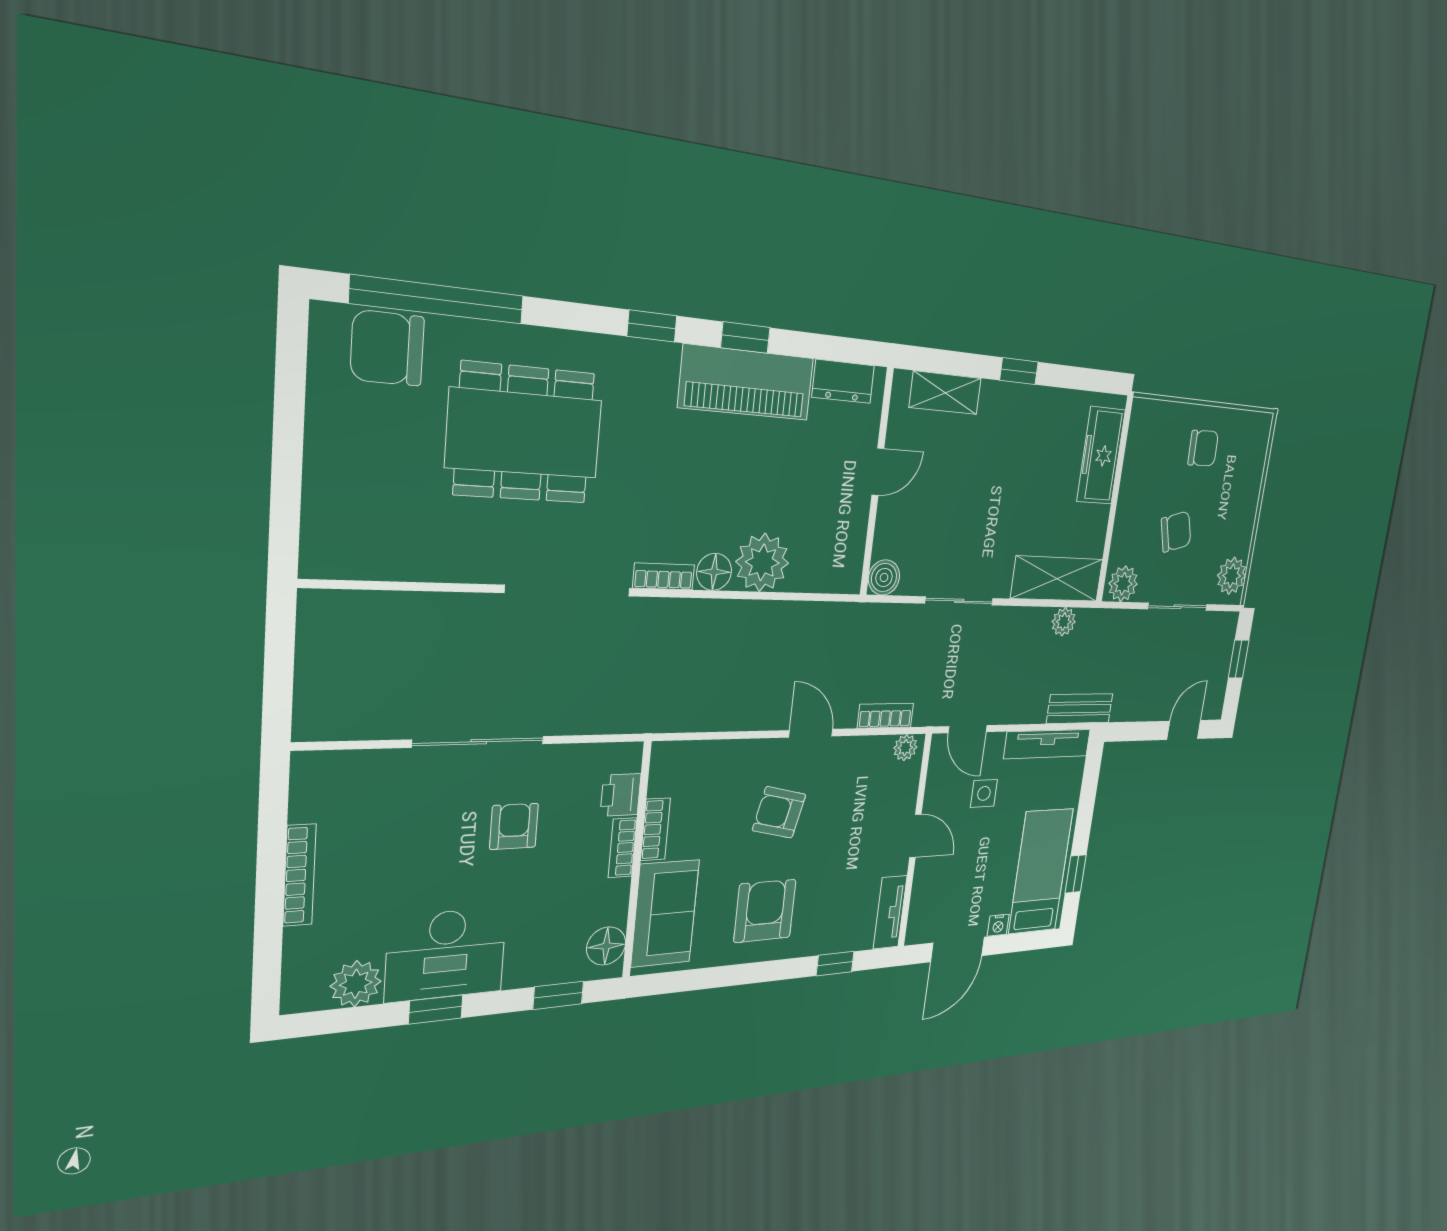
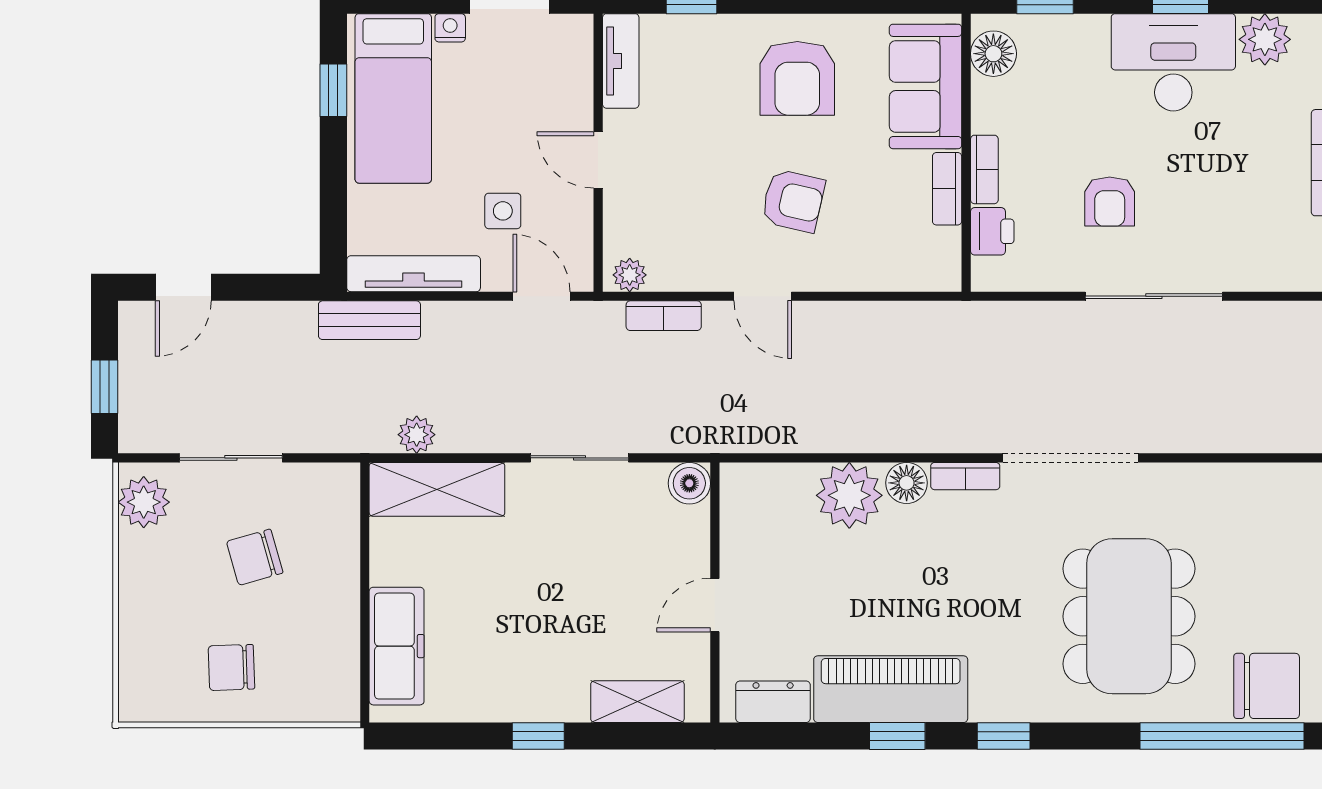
dining table: (524, 434) -> (1129, 616), turned 90
plant: (1123, 584) -> (329, 486), removed

